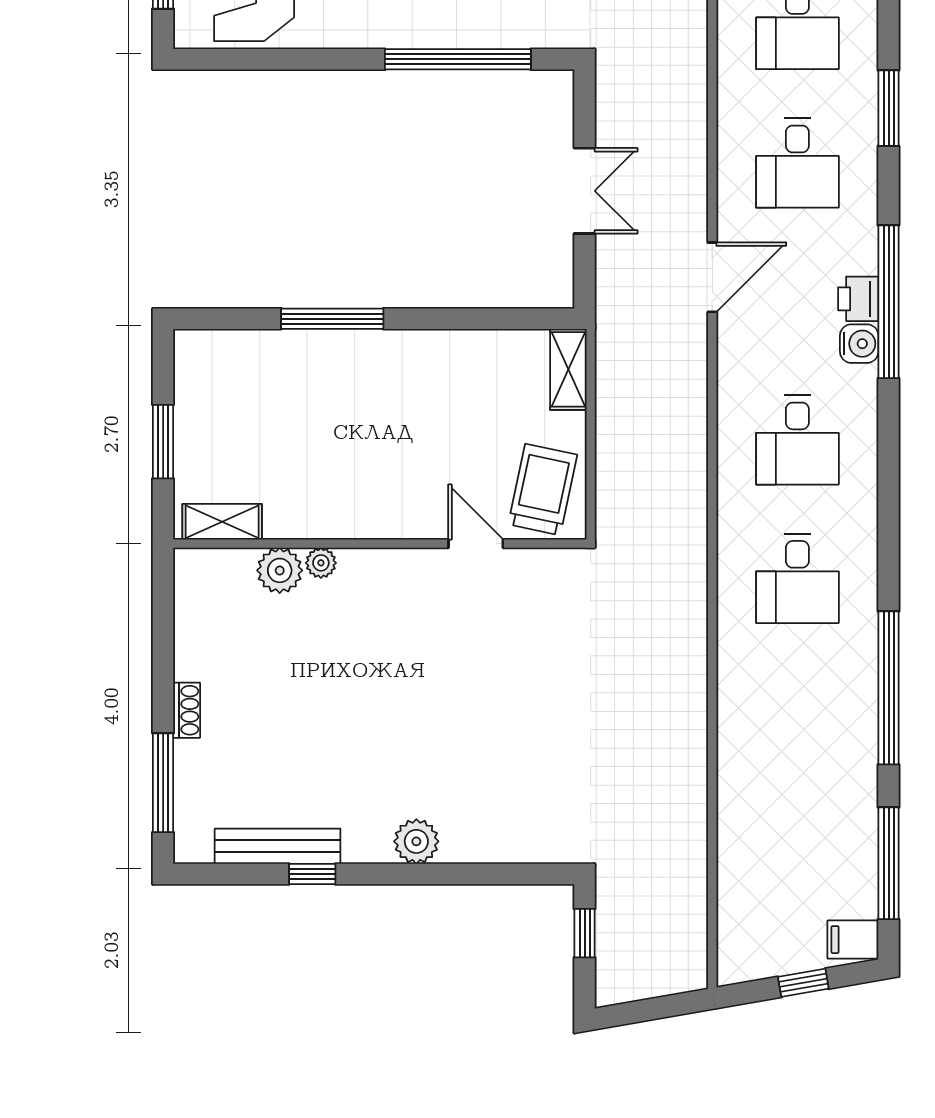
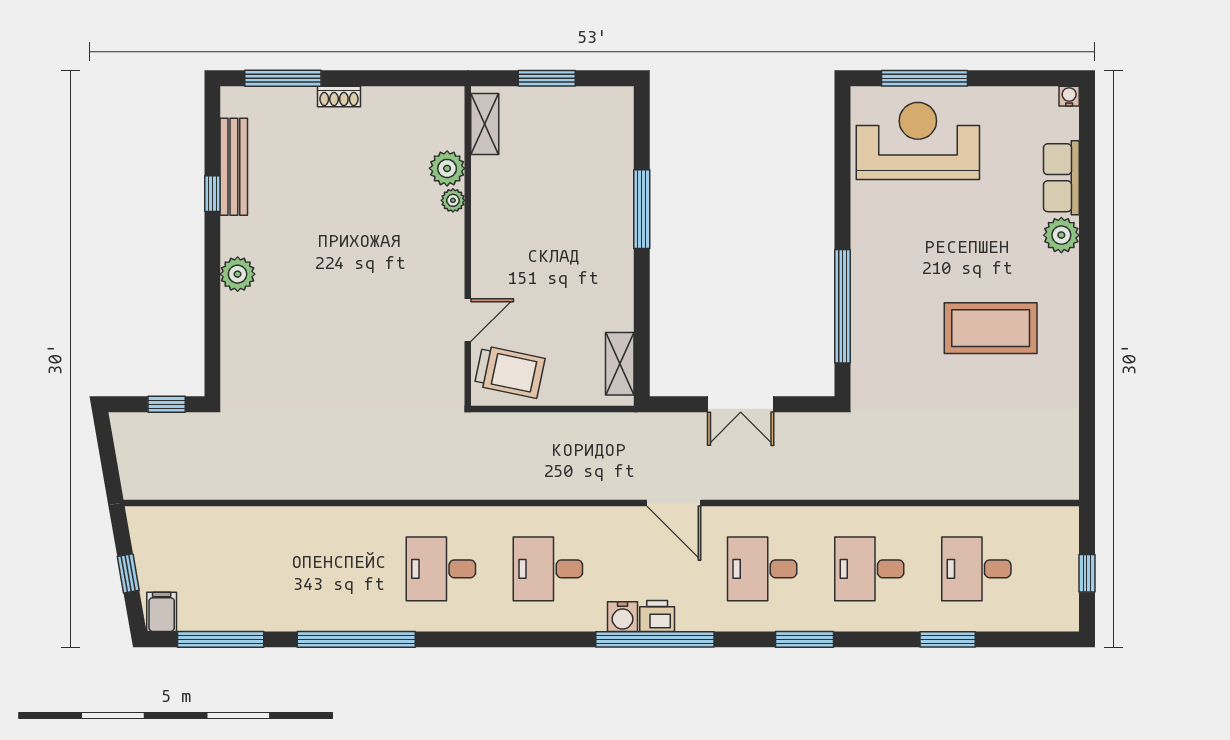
shelving: (568, 369) -> (620, 364), moved, turned 90

